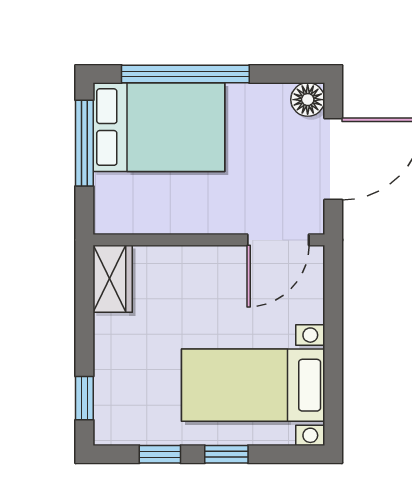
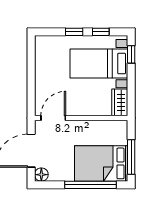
bed with nightstands: (253, 385) -> (99, 64), moved, turned 180

